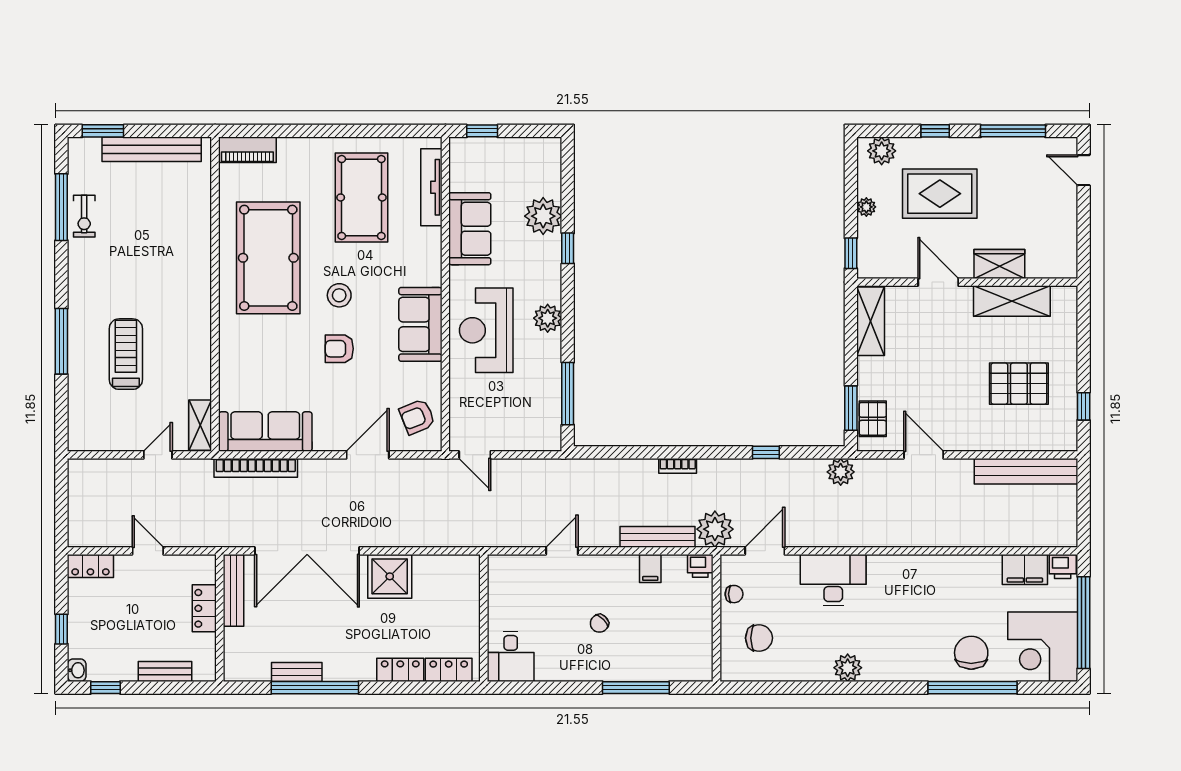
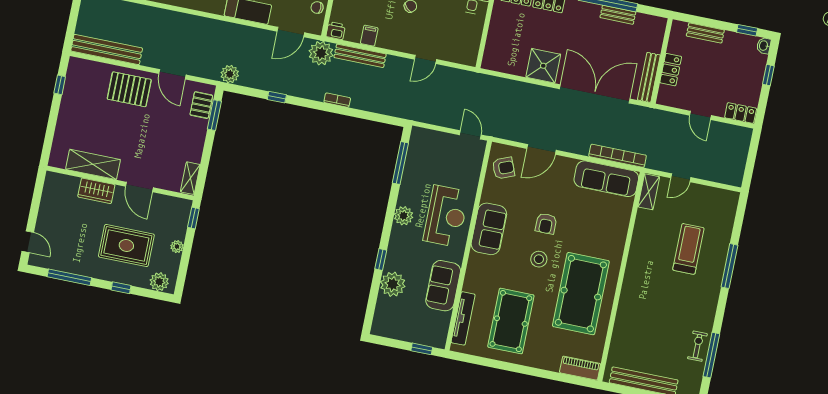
shelving: (871, 321) -> (190, 178), width x0.67, depth x0.75
armchair: (339, 349) -> (546, 224), turned 90
treadmill: (126, 354) -> (688, 249), turned 180
pallet: (1019, 384) -> (129, 89), moved

